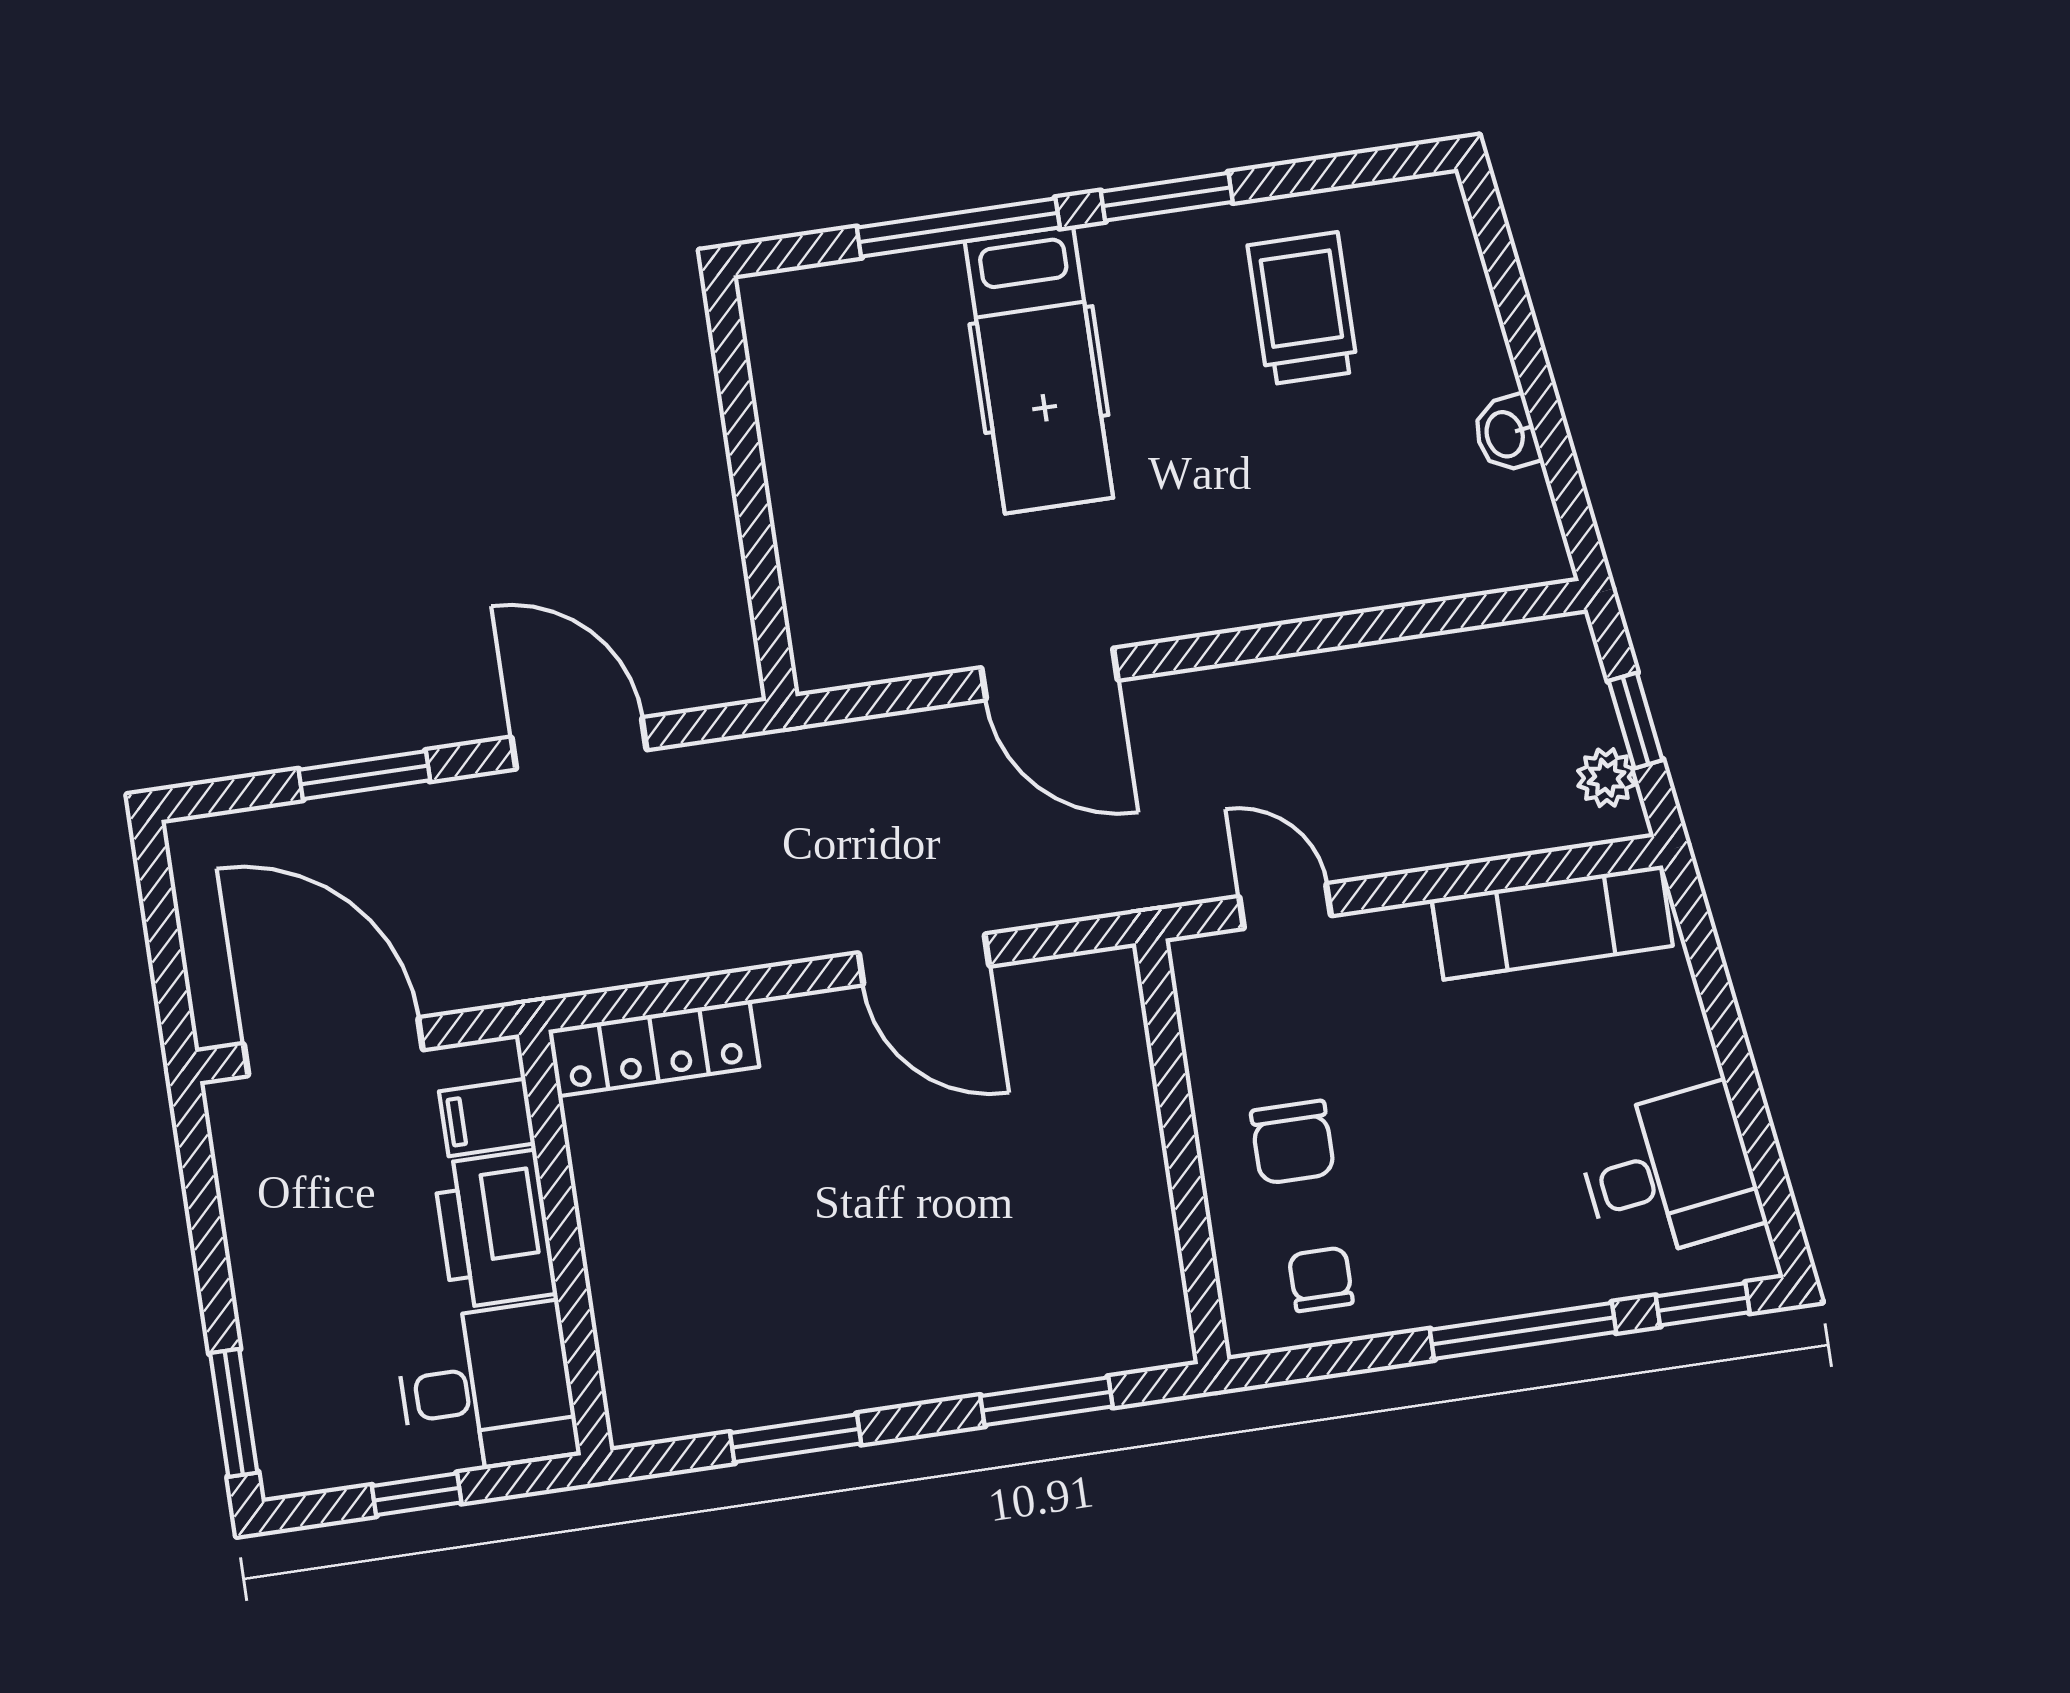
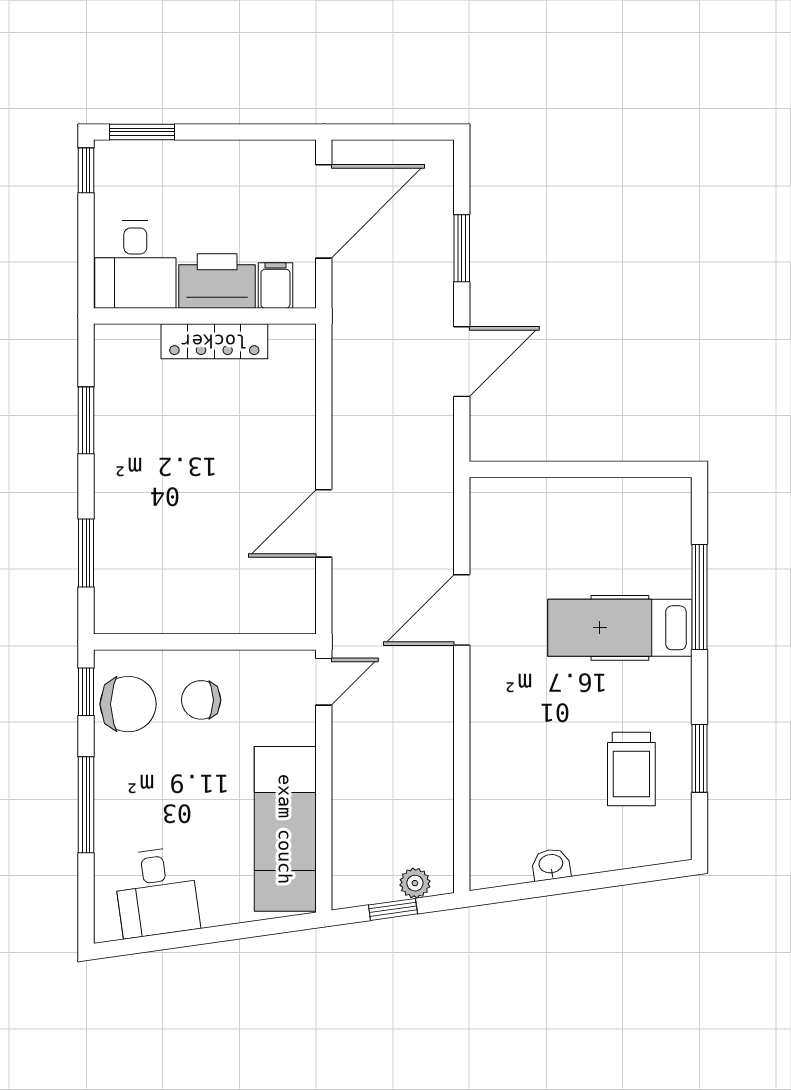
window: (1167, 197) -> (699, 758), moved
trolley: (1303, 308) -> (631, 769), turned 90
plant: (1606, 778) -> (415, 883), moved
door: (1285, 906) -> (324, 682), moved
exam couch: (1552, 923) -> (285, 829), width x1.36, depth x1.45
locker: (654, 1048) -> (214, 341), moved, turned -90
chair: (1321, 1279) -> (128, 704), width x1.87, depth x1.87
window: (1703, 1304) -> (86, 692), moved
window: (417, 1494) -> (86, 170), moved

